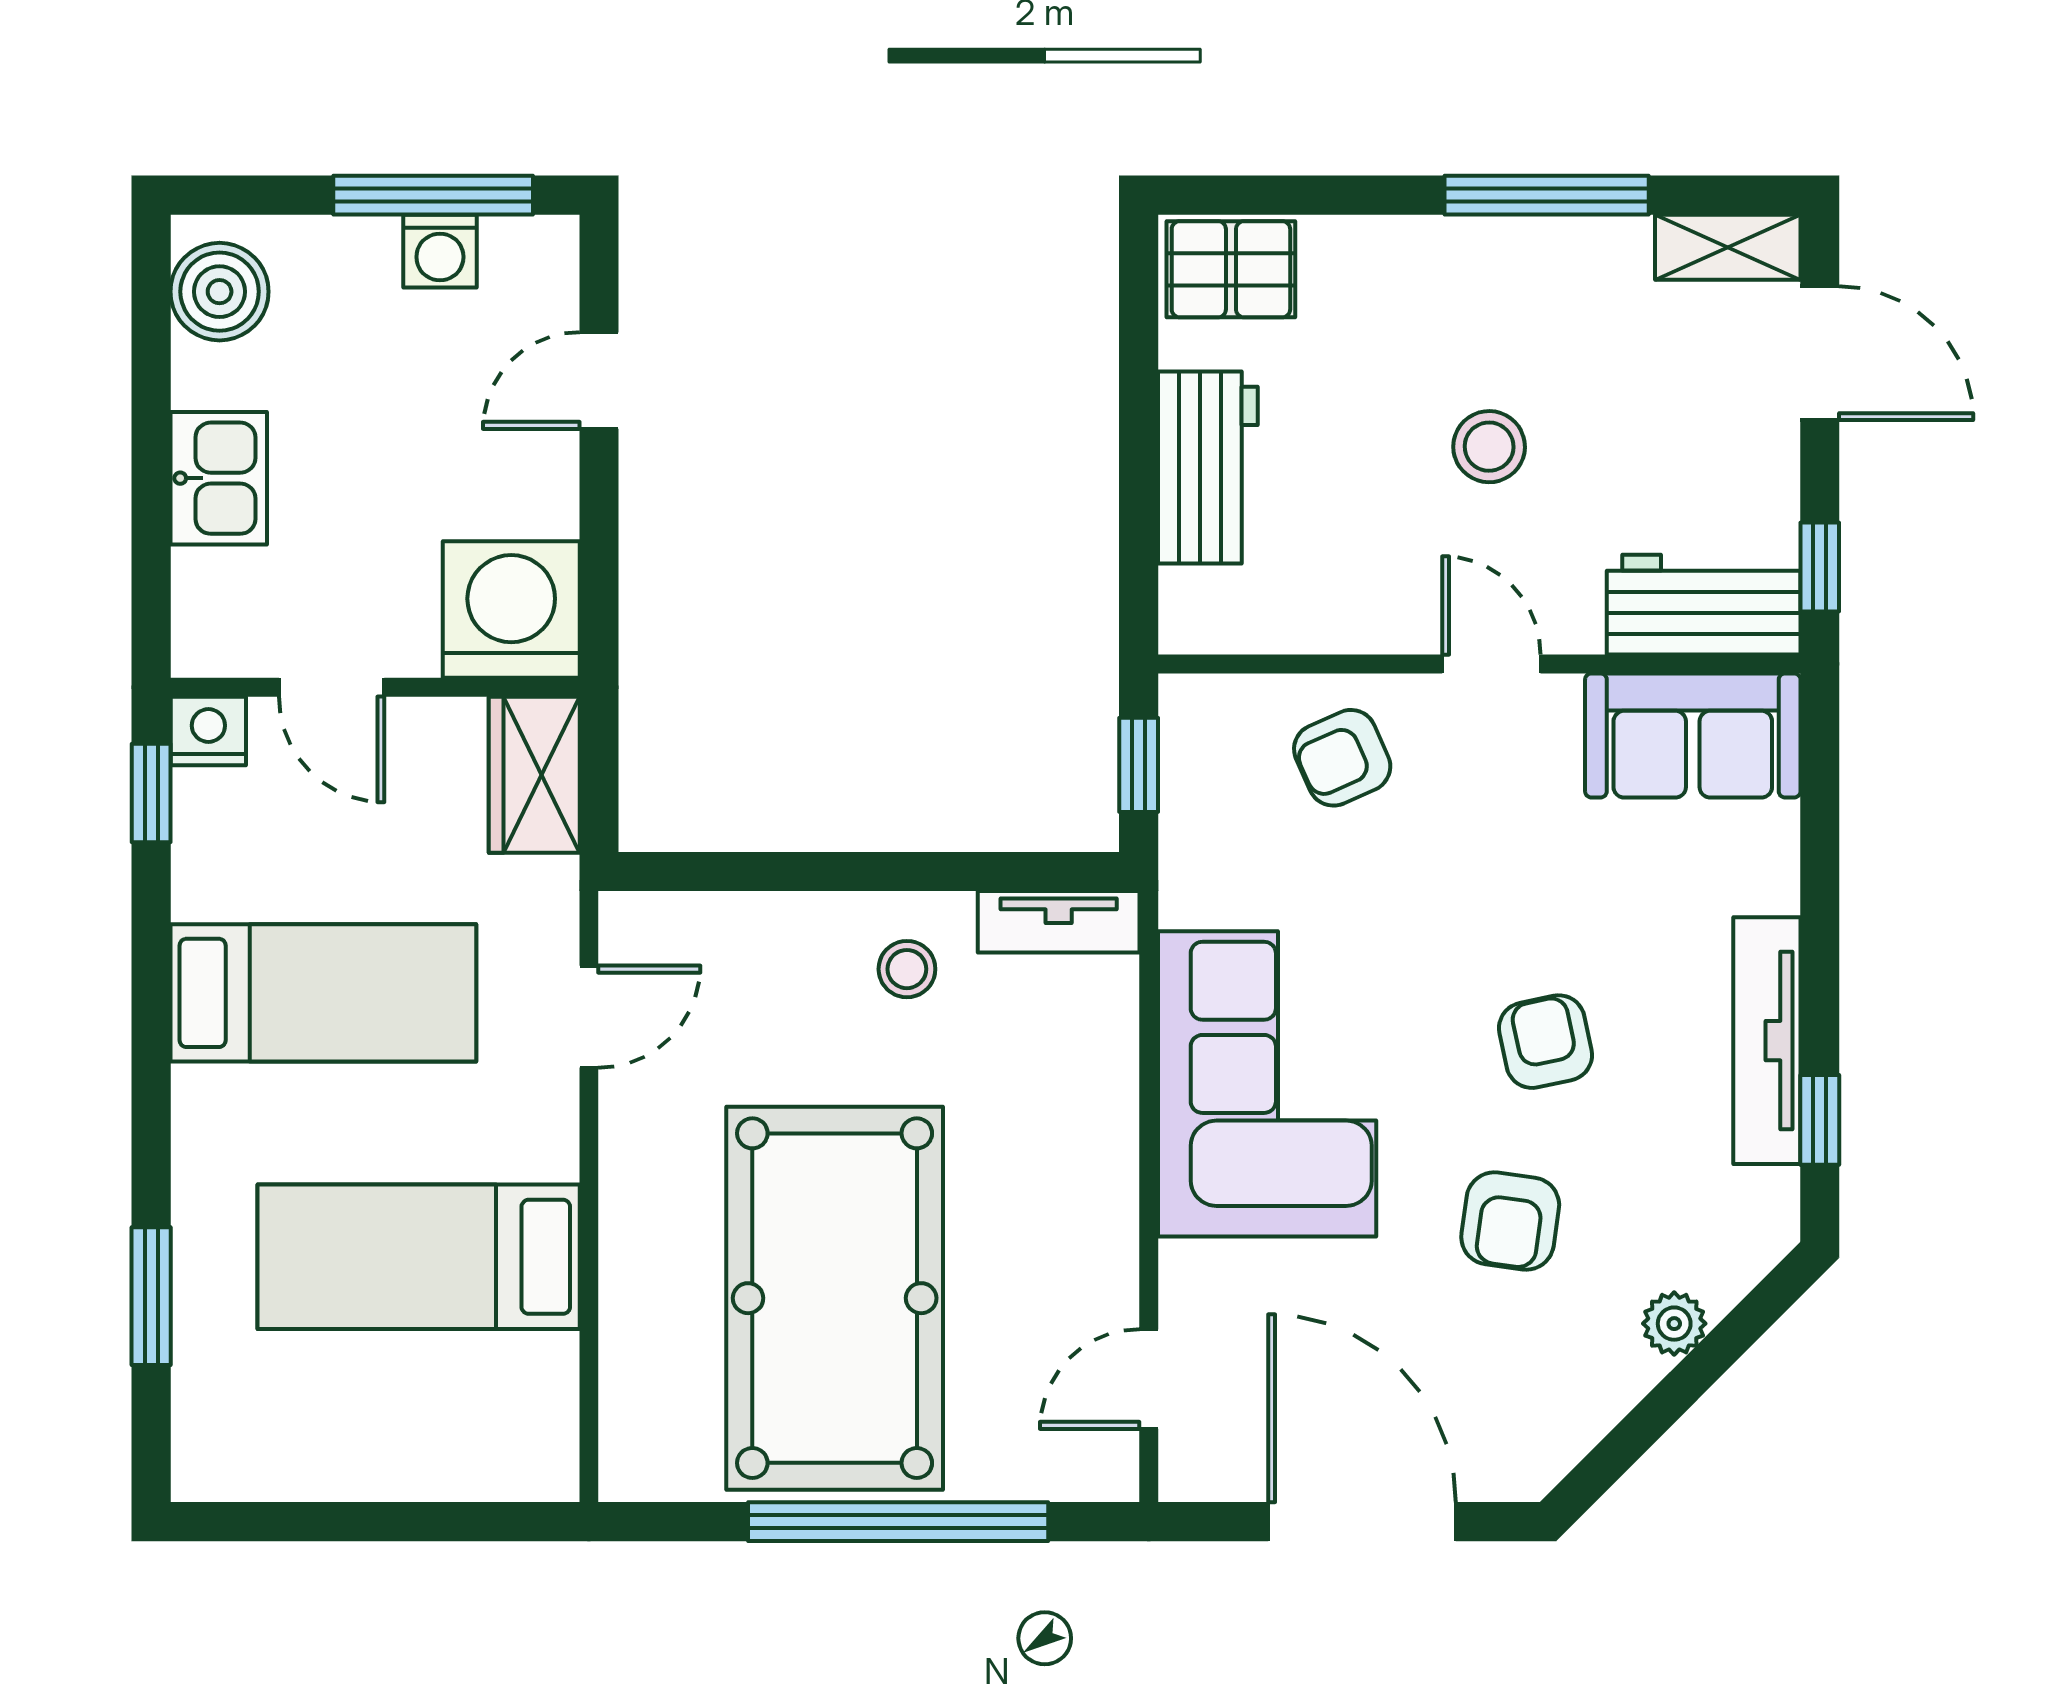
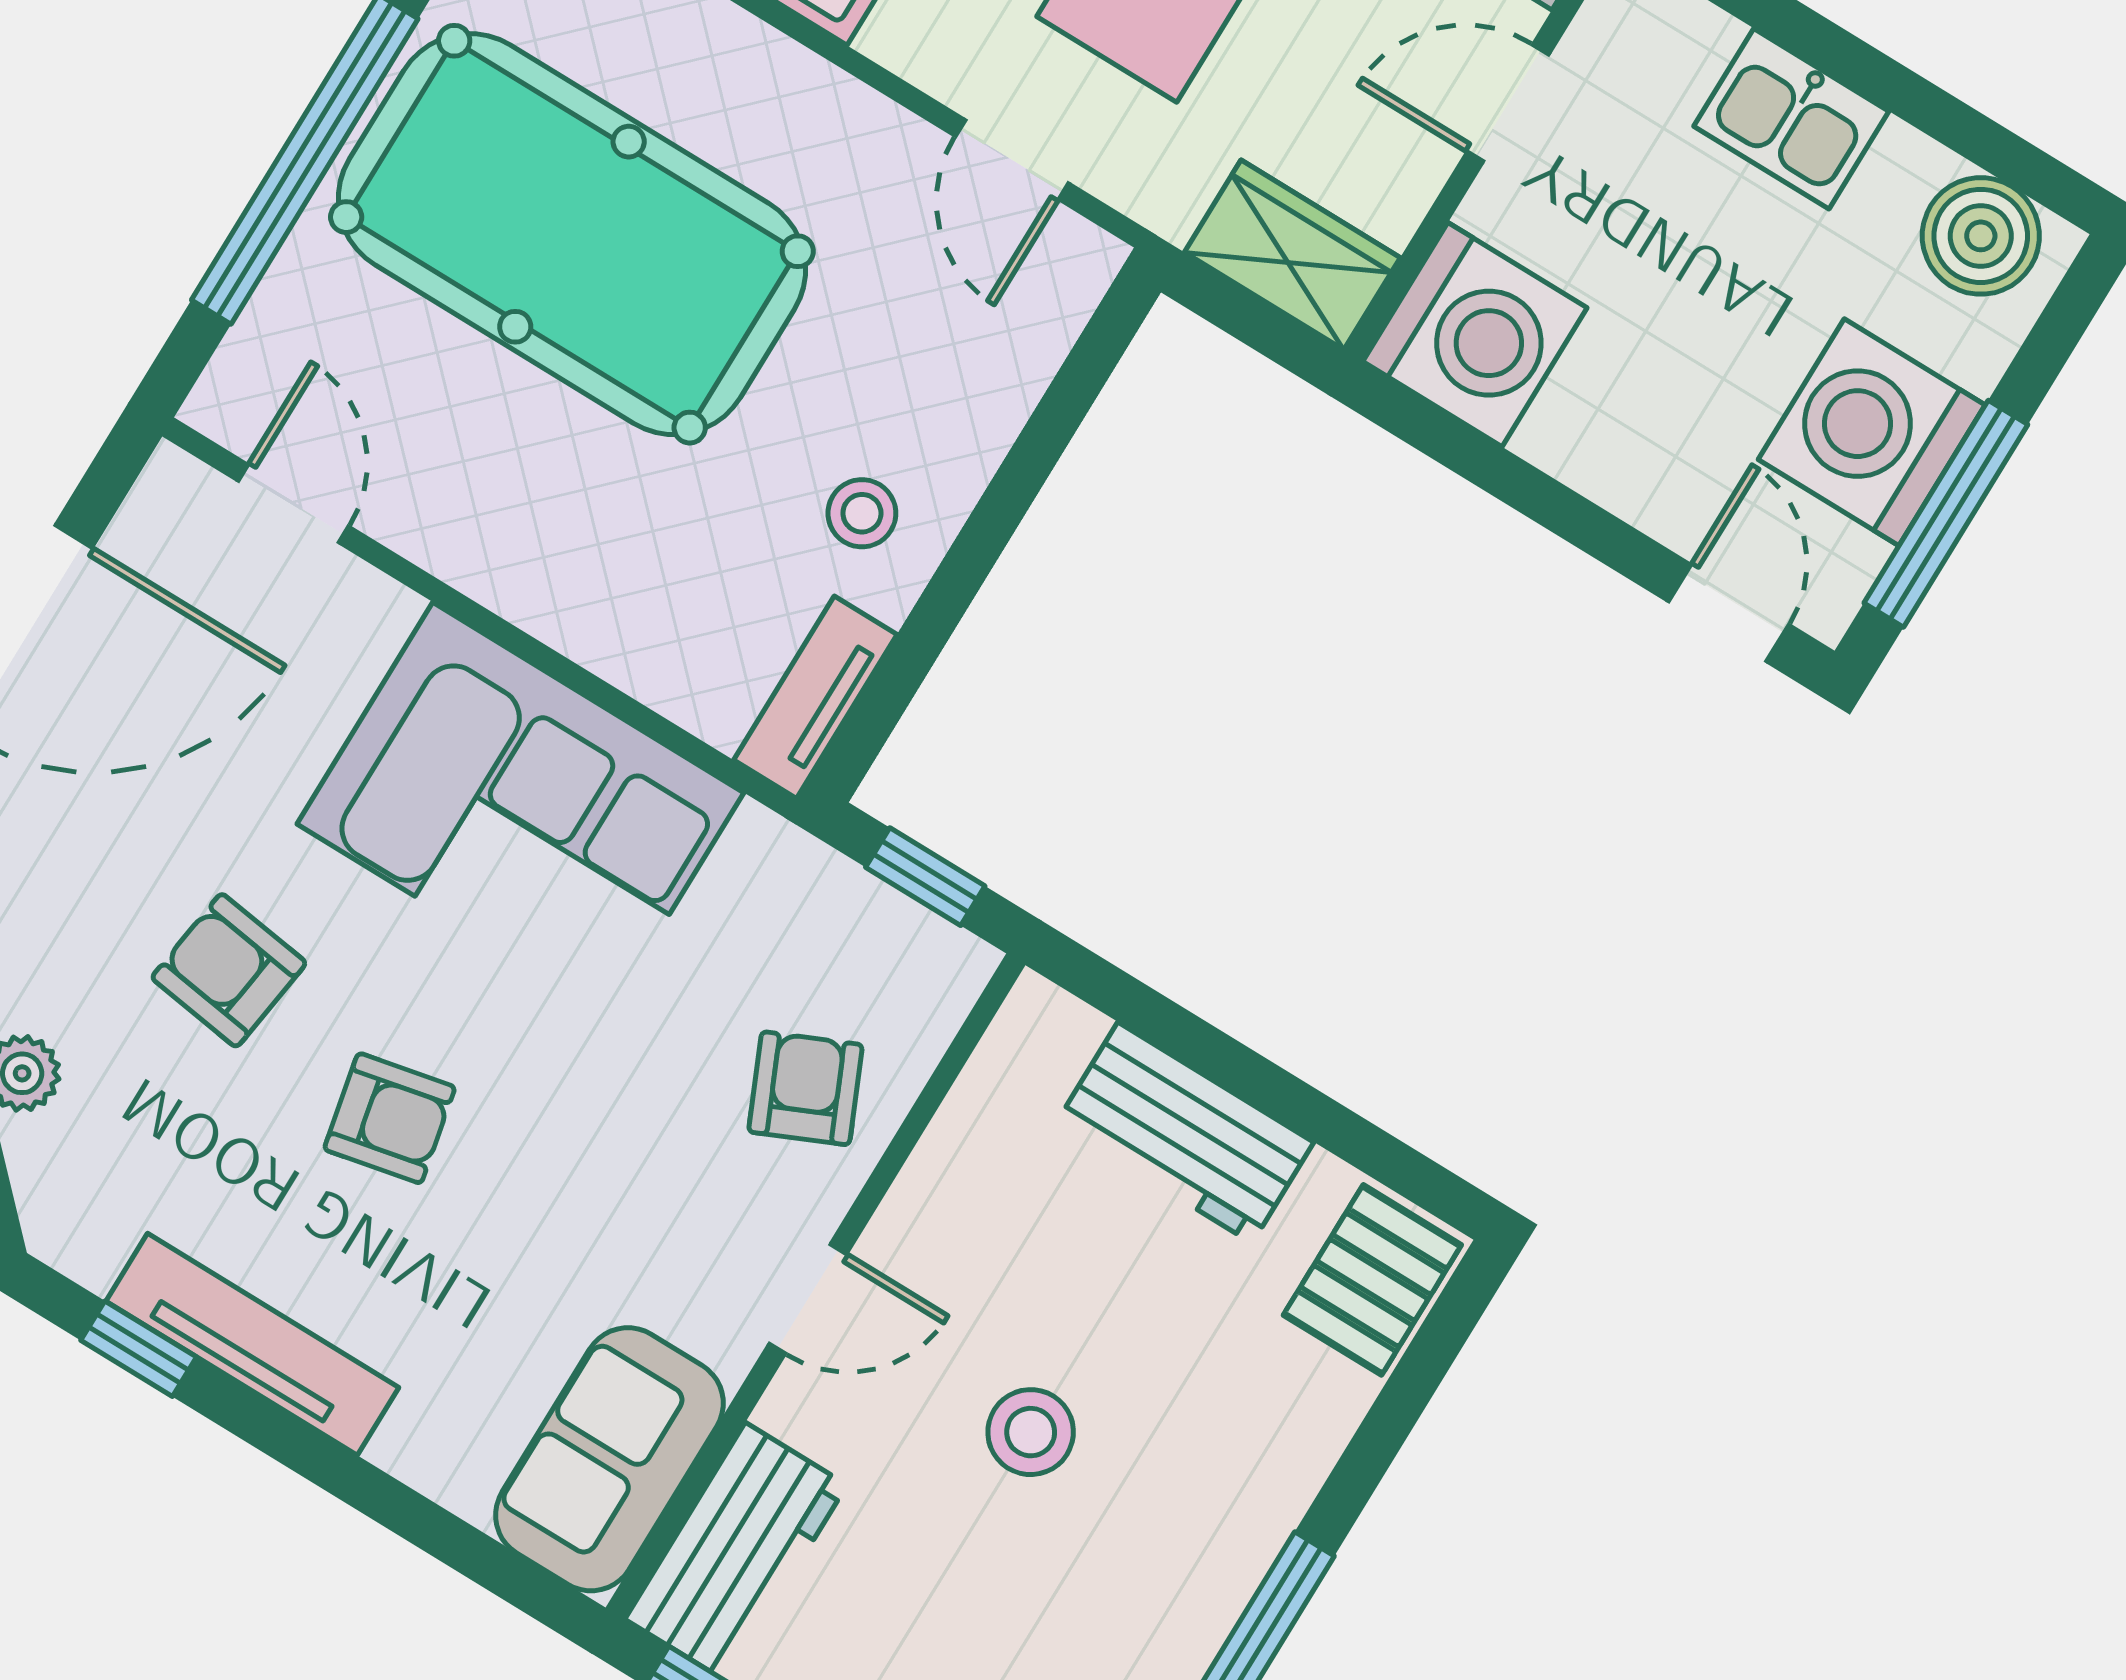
washing machine: (440, 251) -> (1872, 432), width x1.89, depth x1.89
door: (599, 381) -> (1729, 613), moved

